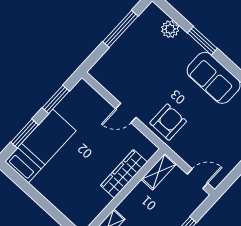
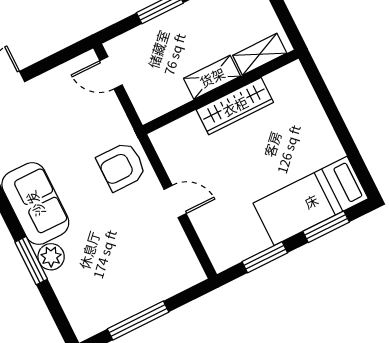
plant: (170, 29) -> (51, 257), moved
shelving: (159, 172) -> (212, 77), moved
wardrobe: (124, 174) -> (235, 106), moved

